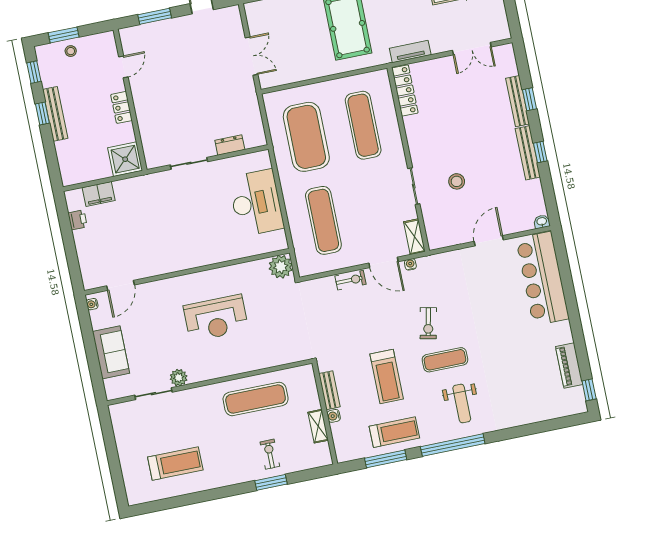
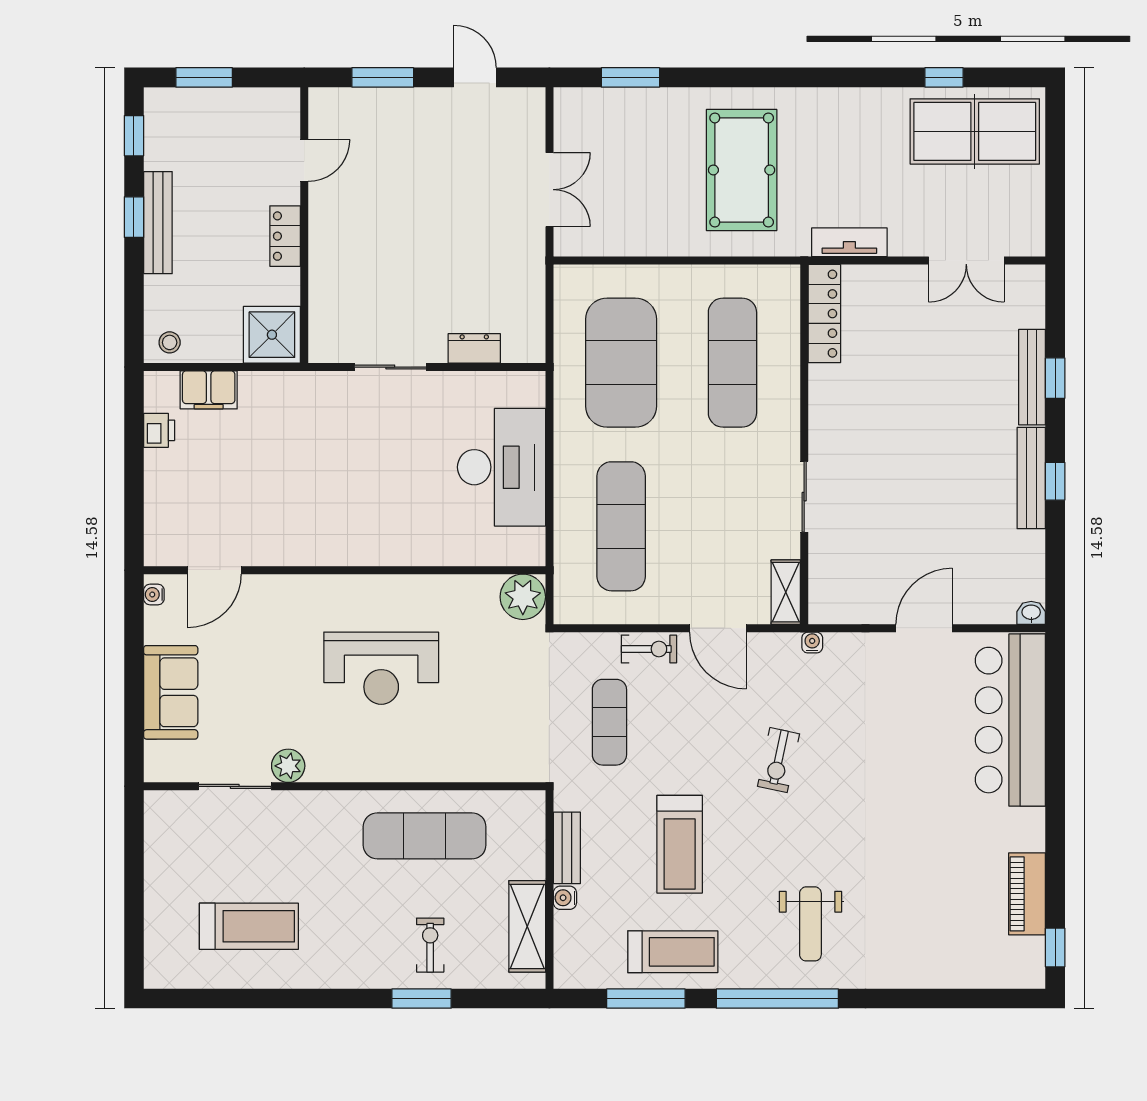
stool: (71, 51) -> (170, 342), moved
stool: (457, 181) -> (887, 504), removed
water cooler: (410, 264) -> (812, 643), moved
exercise mat: (445, 360) -> (609, 722), moved, turned 90
shelving: (318, 426) -> (527, 926), width x1.50, depth x1.33

